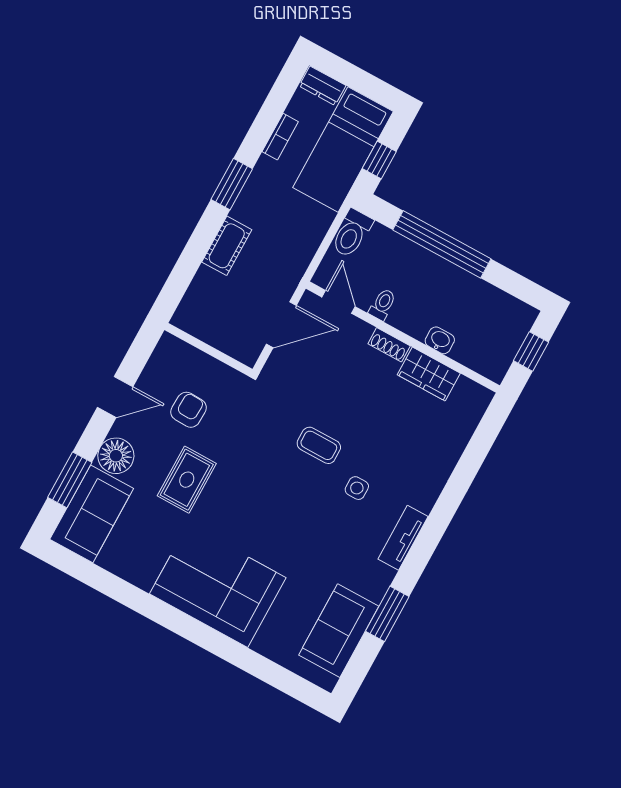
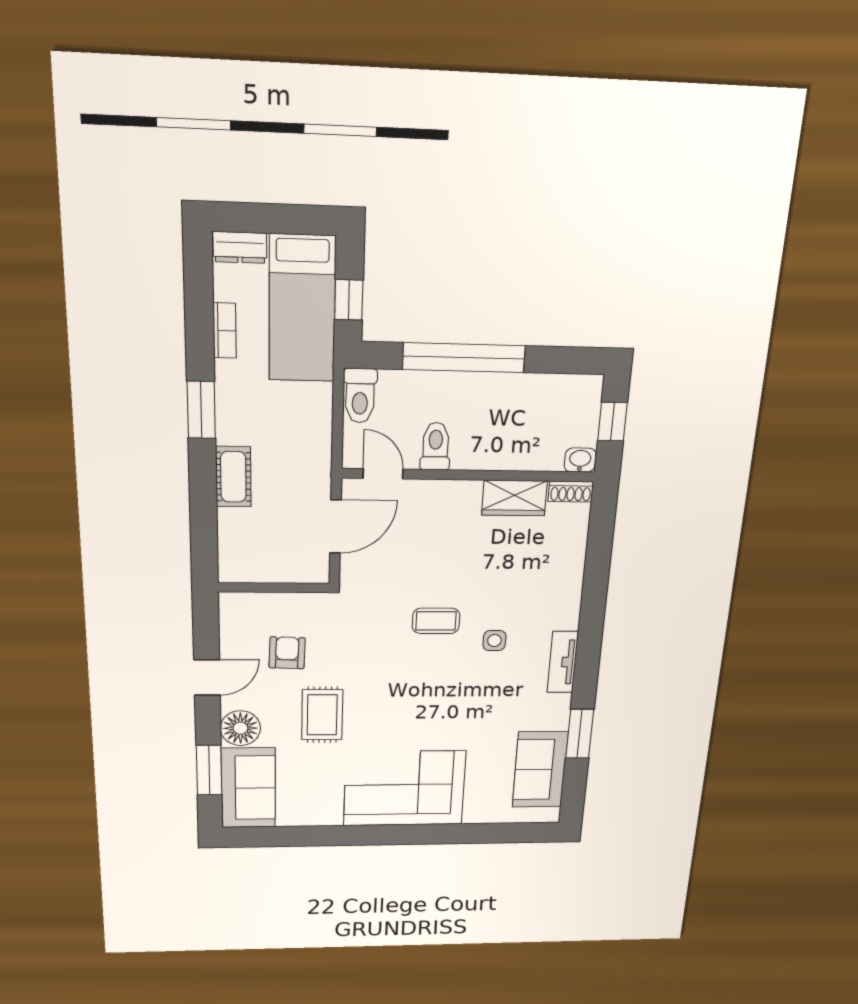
toilet: (383, 304) -> (436, 446), width x1.37, depth x1.39
washbasin: (440, 340) -> (580, 460), moved
shoe rack: (389, 345) -> (571, 492), moved

